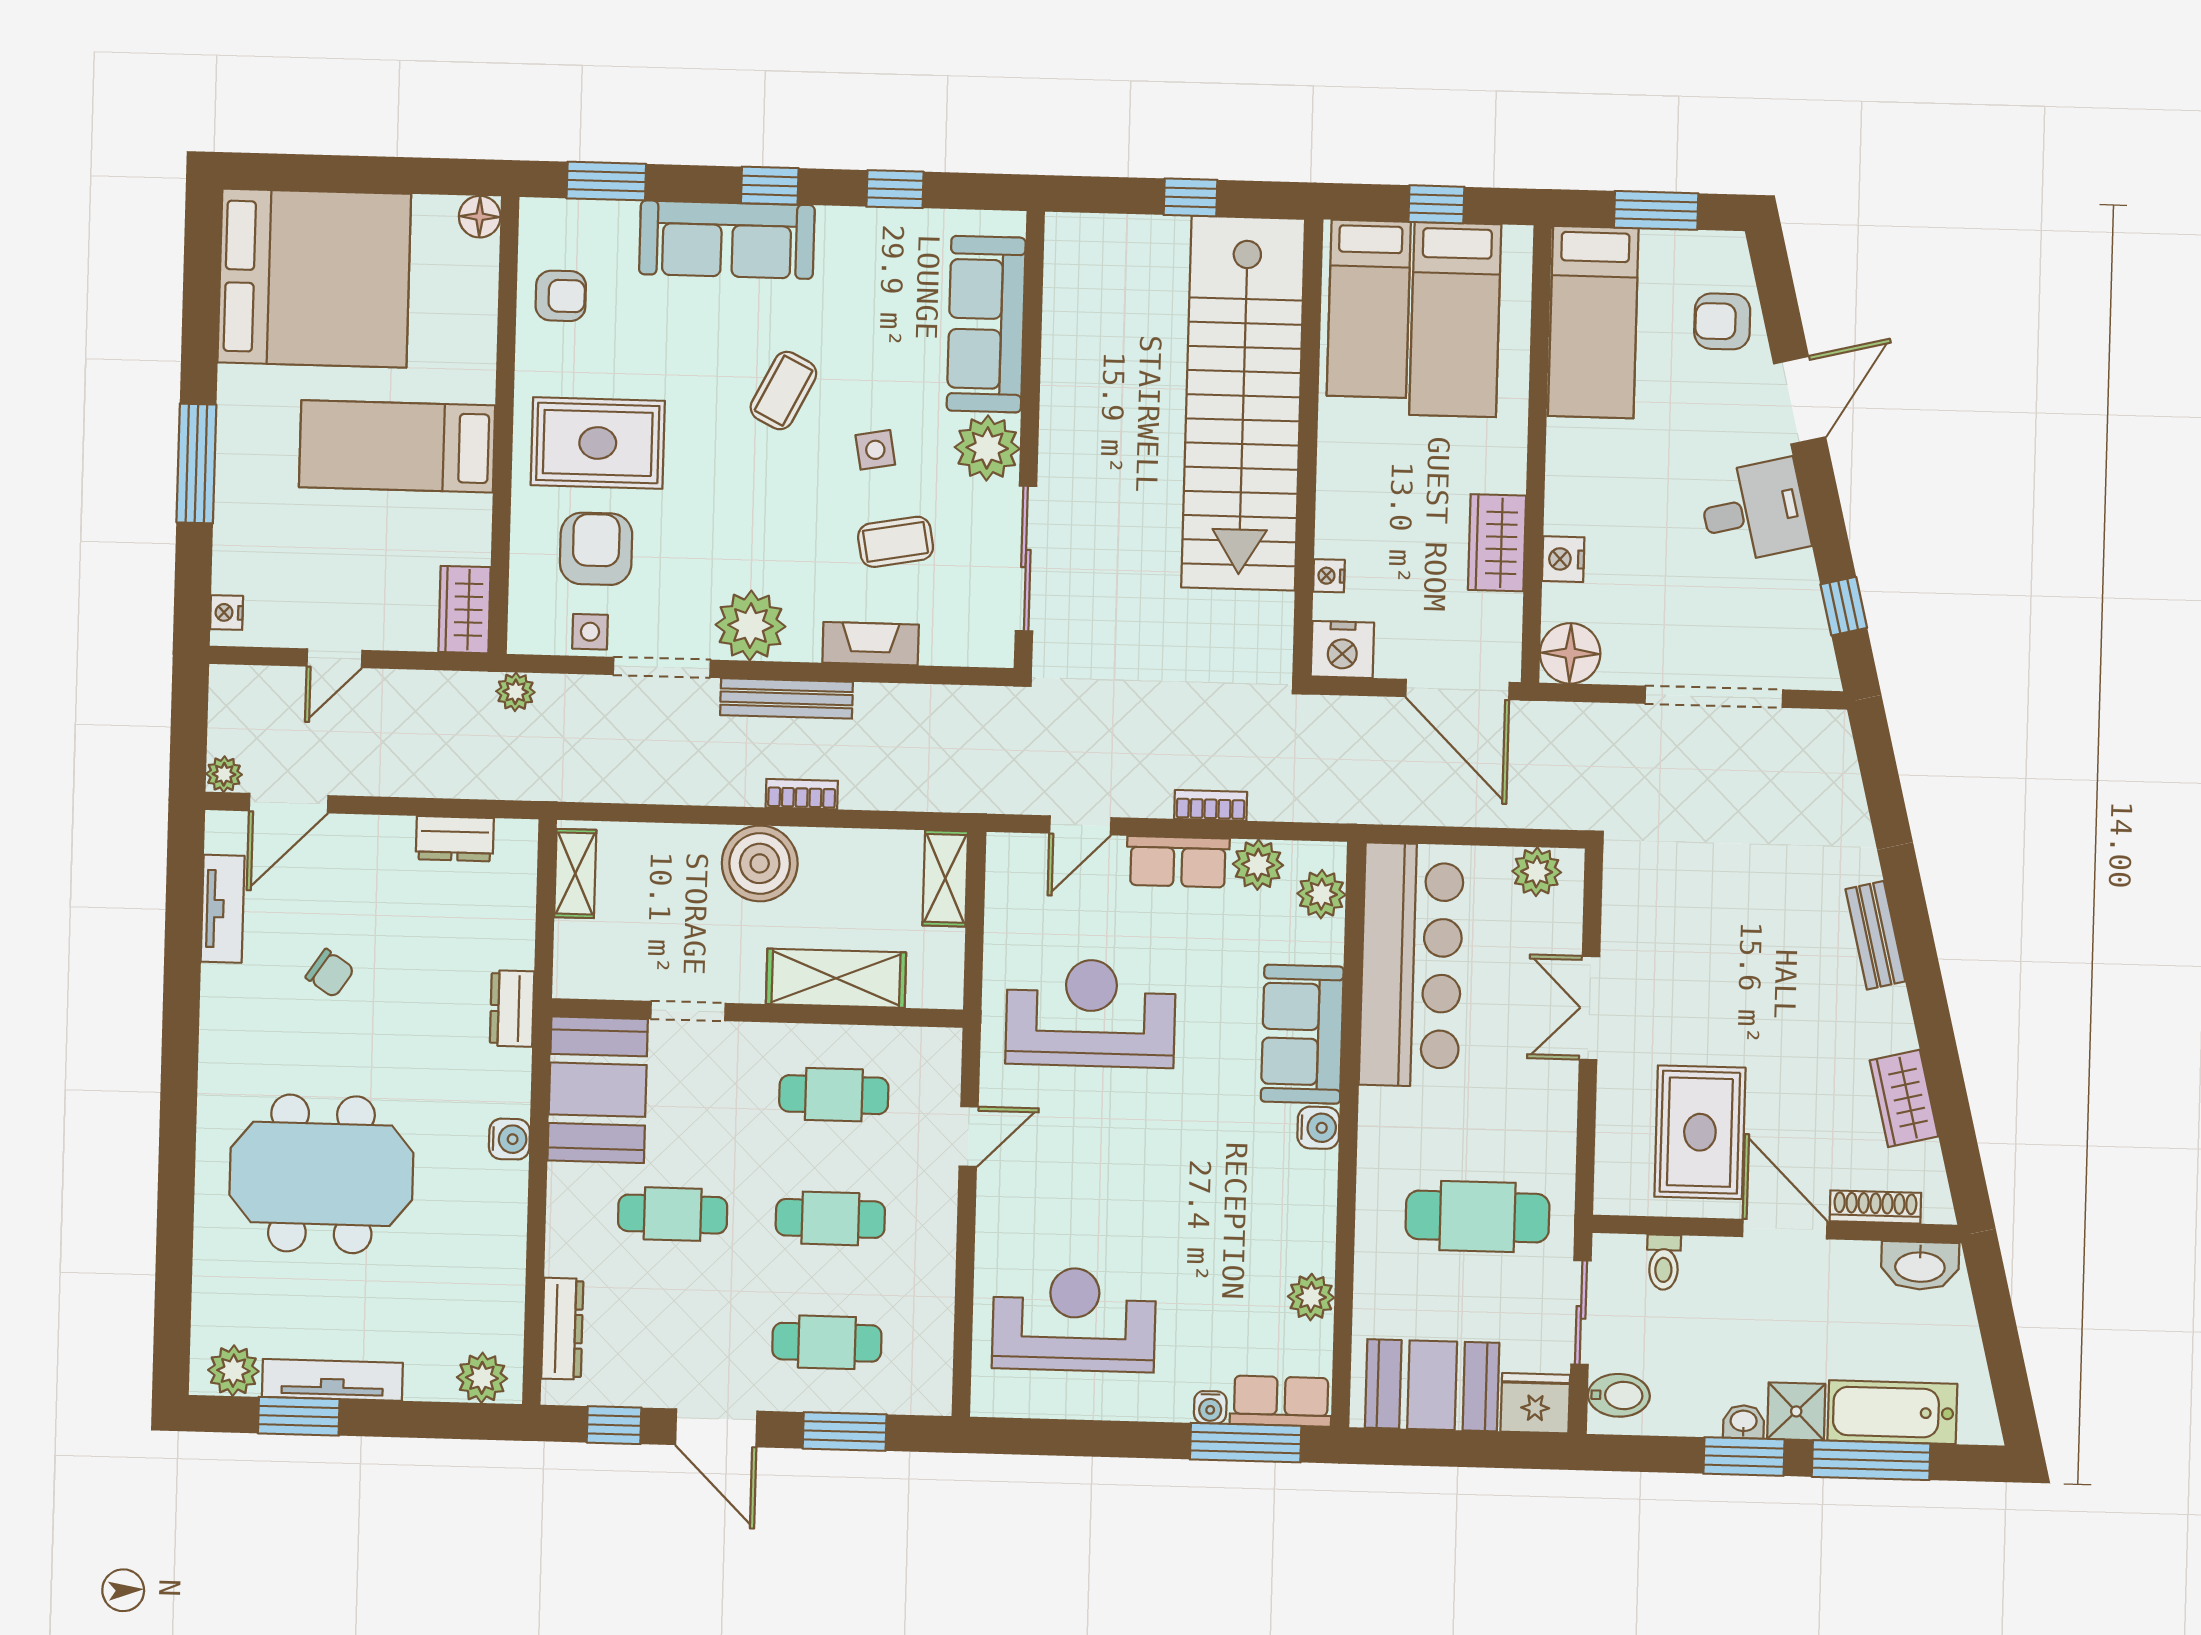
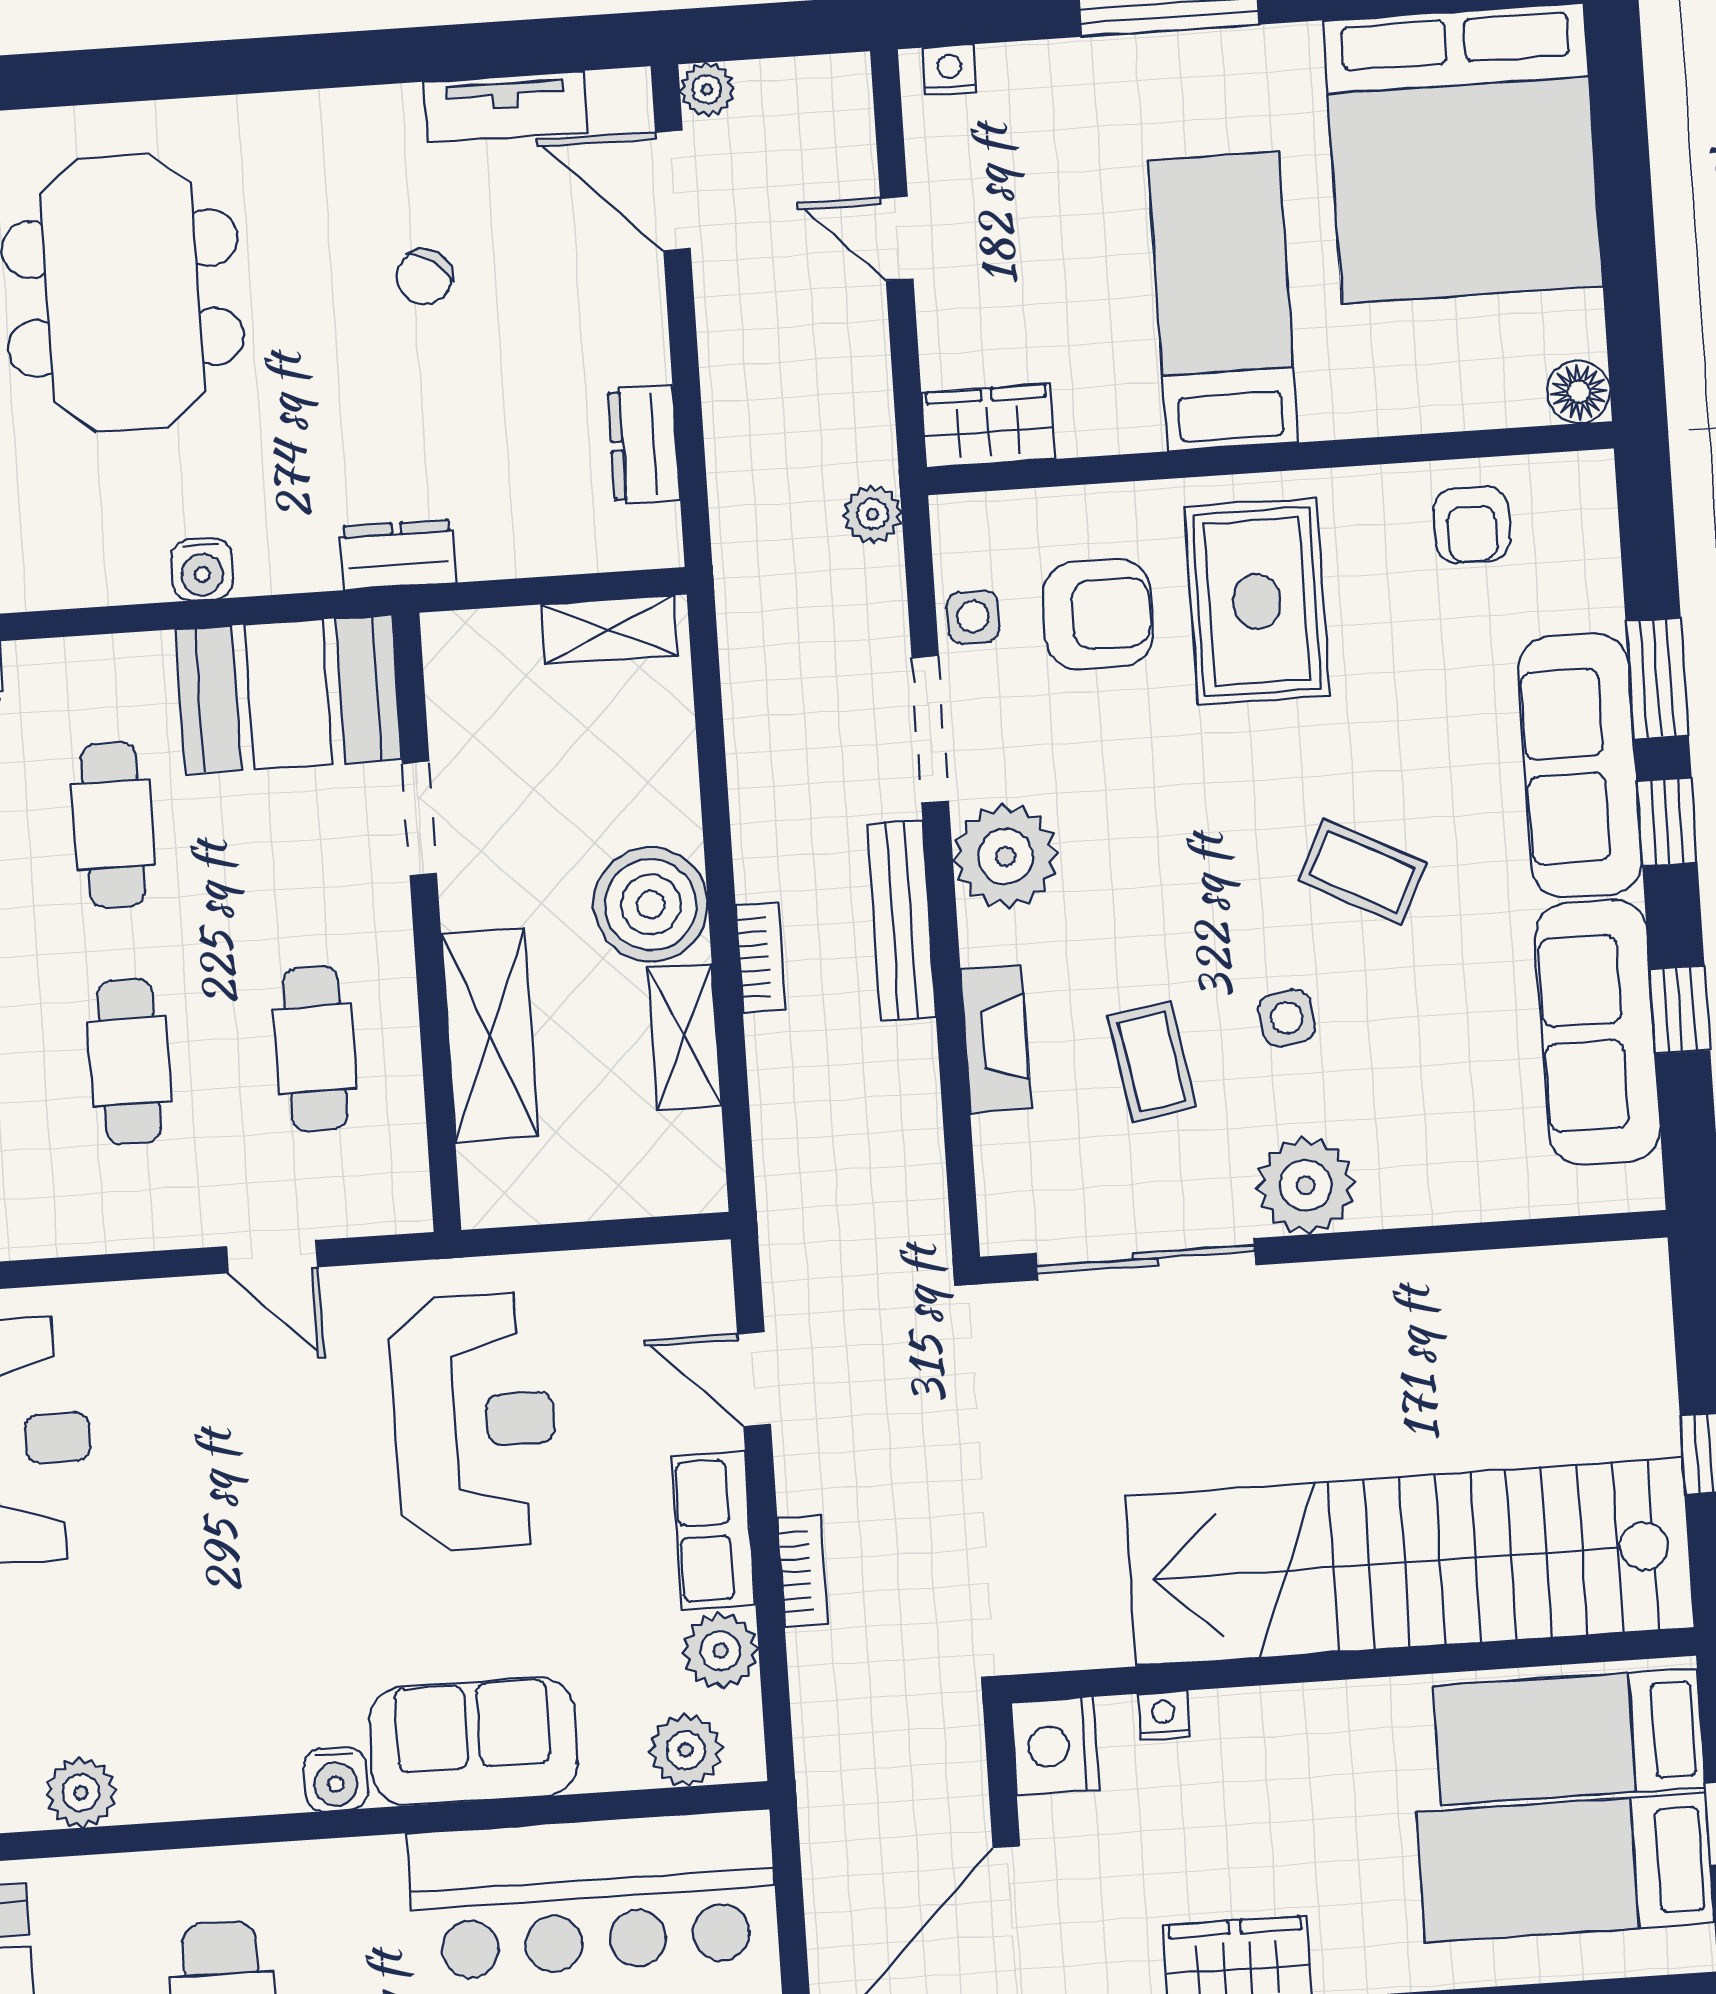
window: (606, 181) -> (1657, 678), moved
sofa: (986, 324) -> (1598, 1032), moved, turned -90
shelving: (945, 878) -> (685, 1037), moved, turned 90

